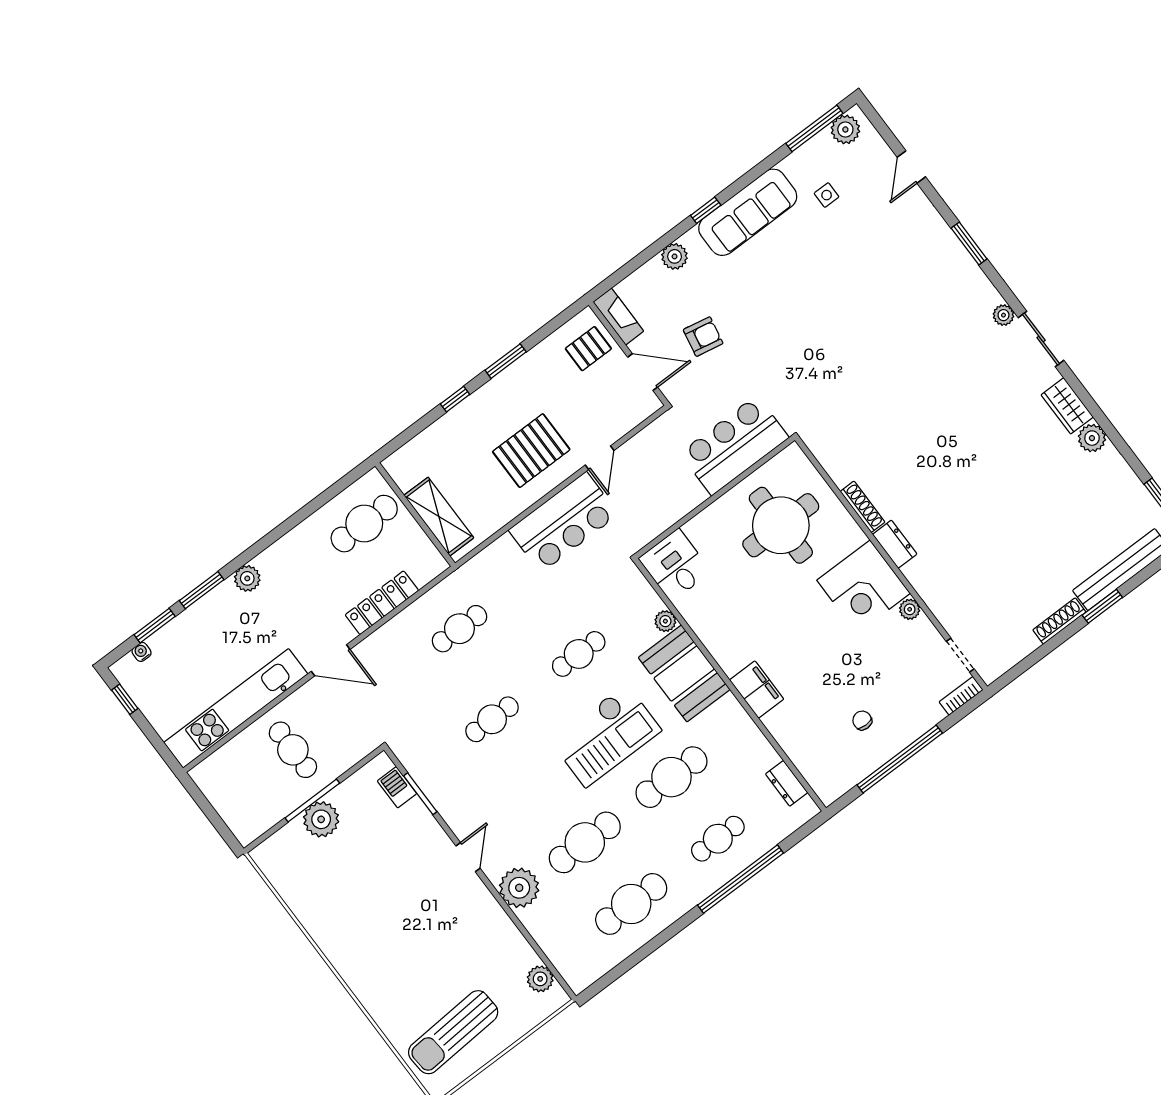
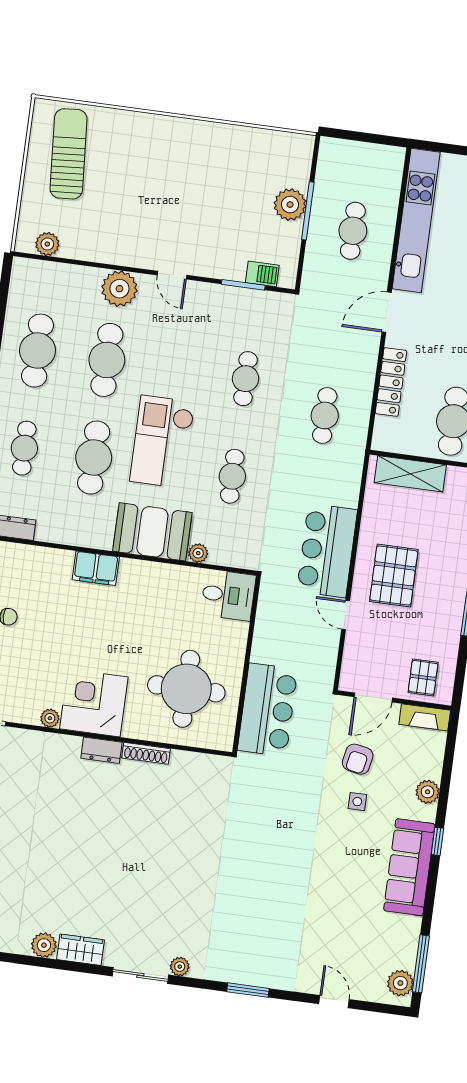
side table: (827, 195) -> (357, 802), moved
cafe table: (293, 750) -> (353, 231), turned 90

